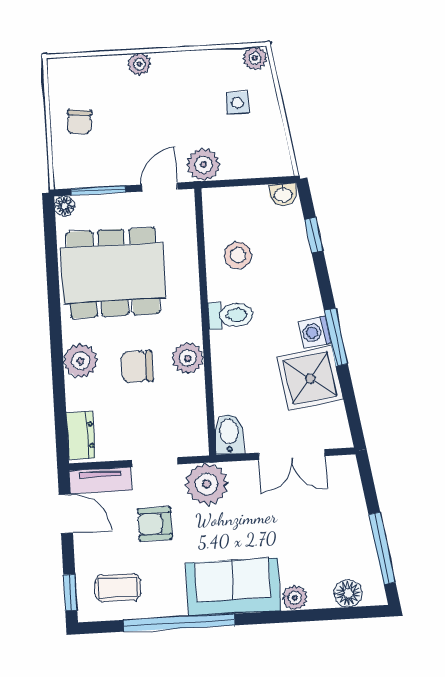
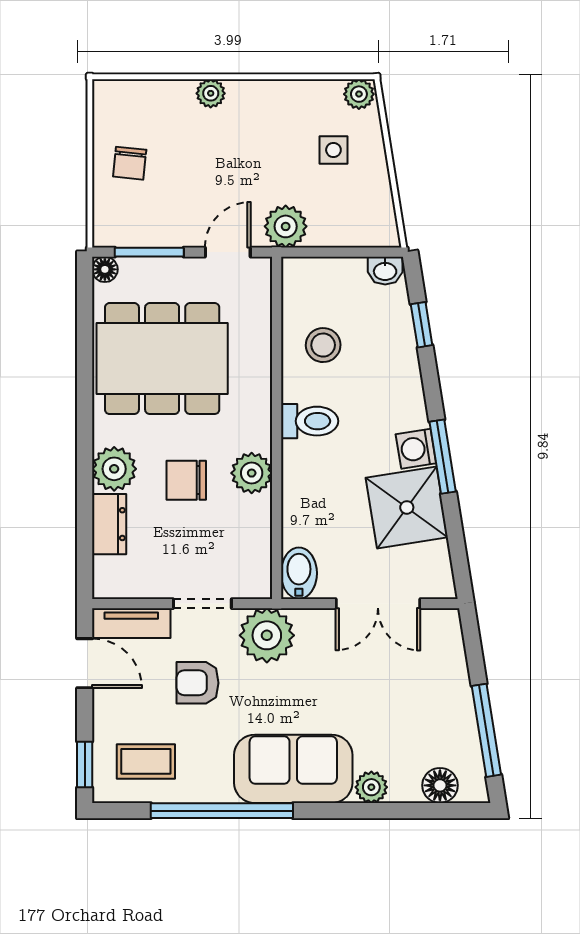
dresser: (81, 435) -> (109, 524), moved

